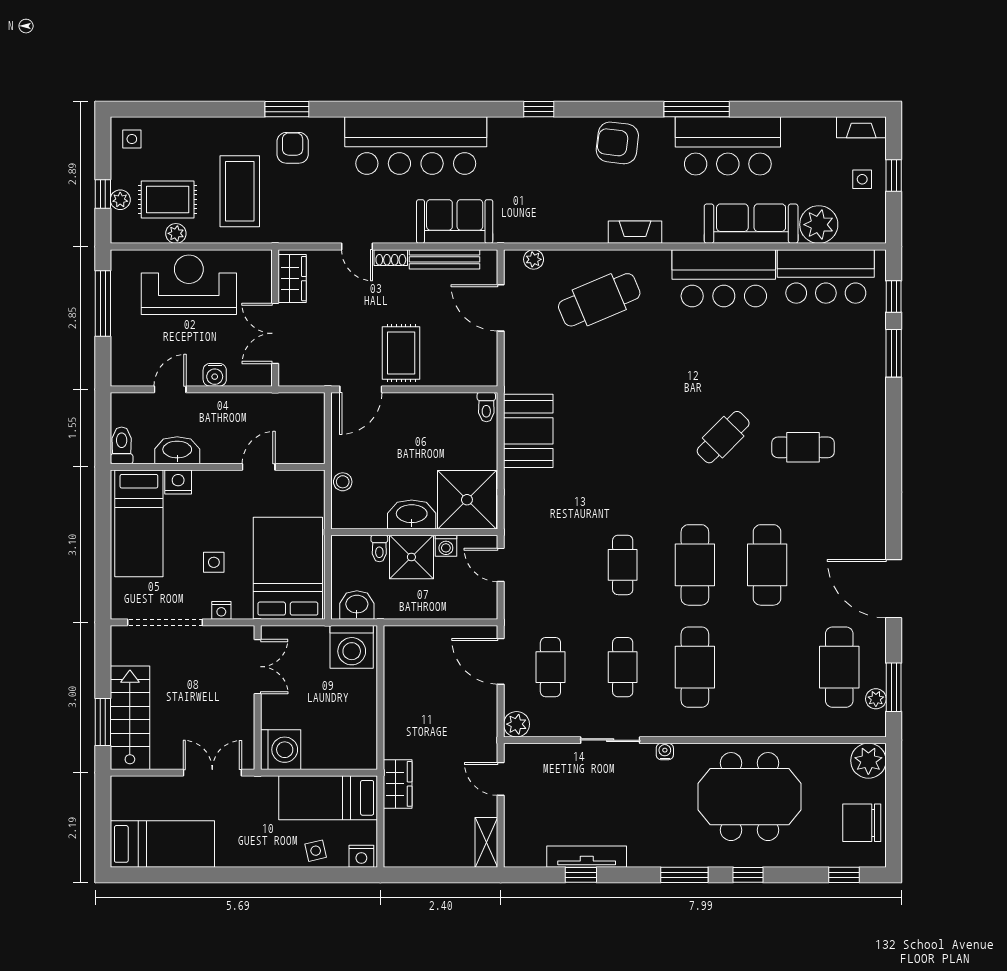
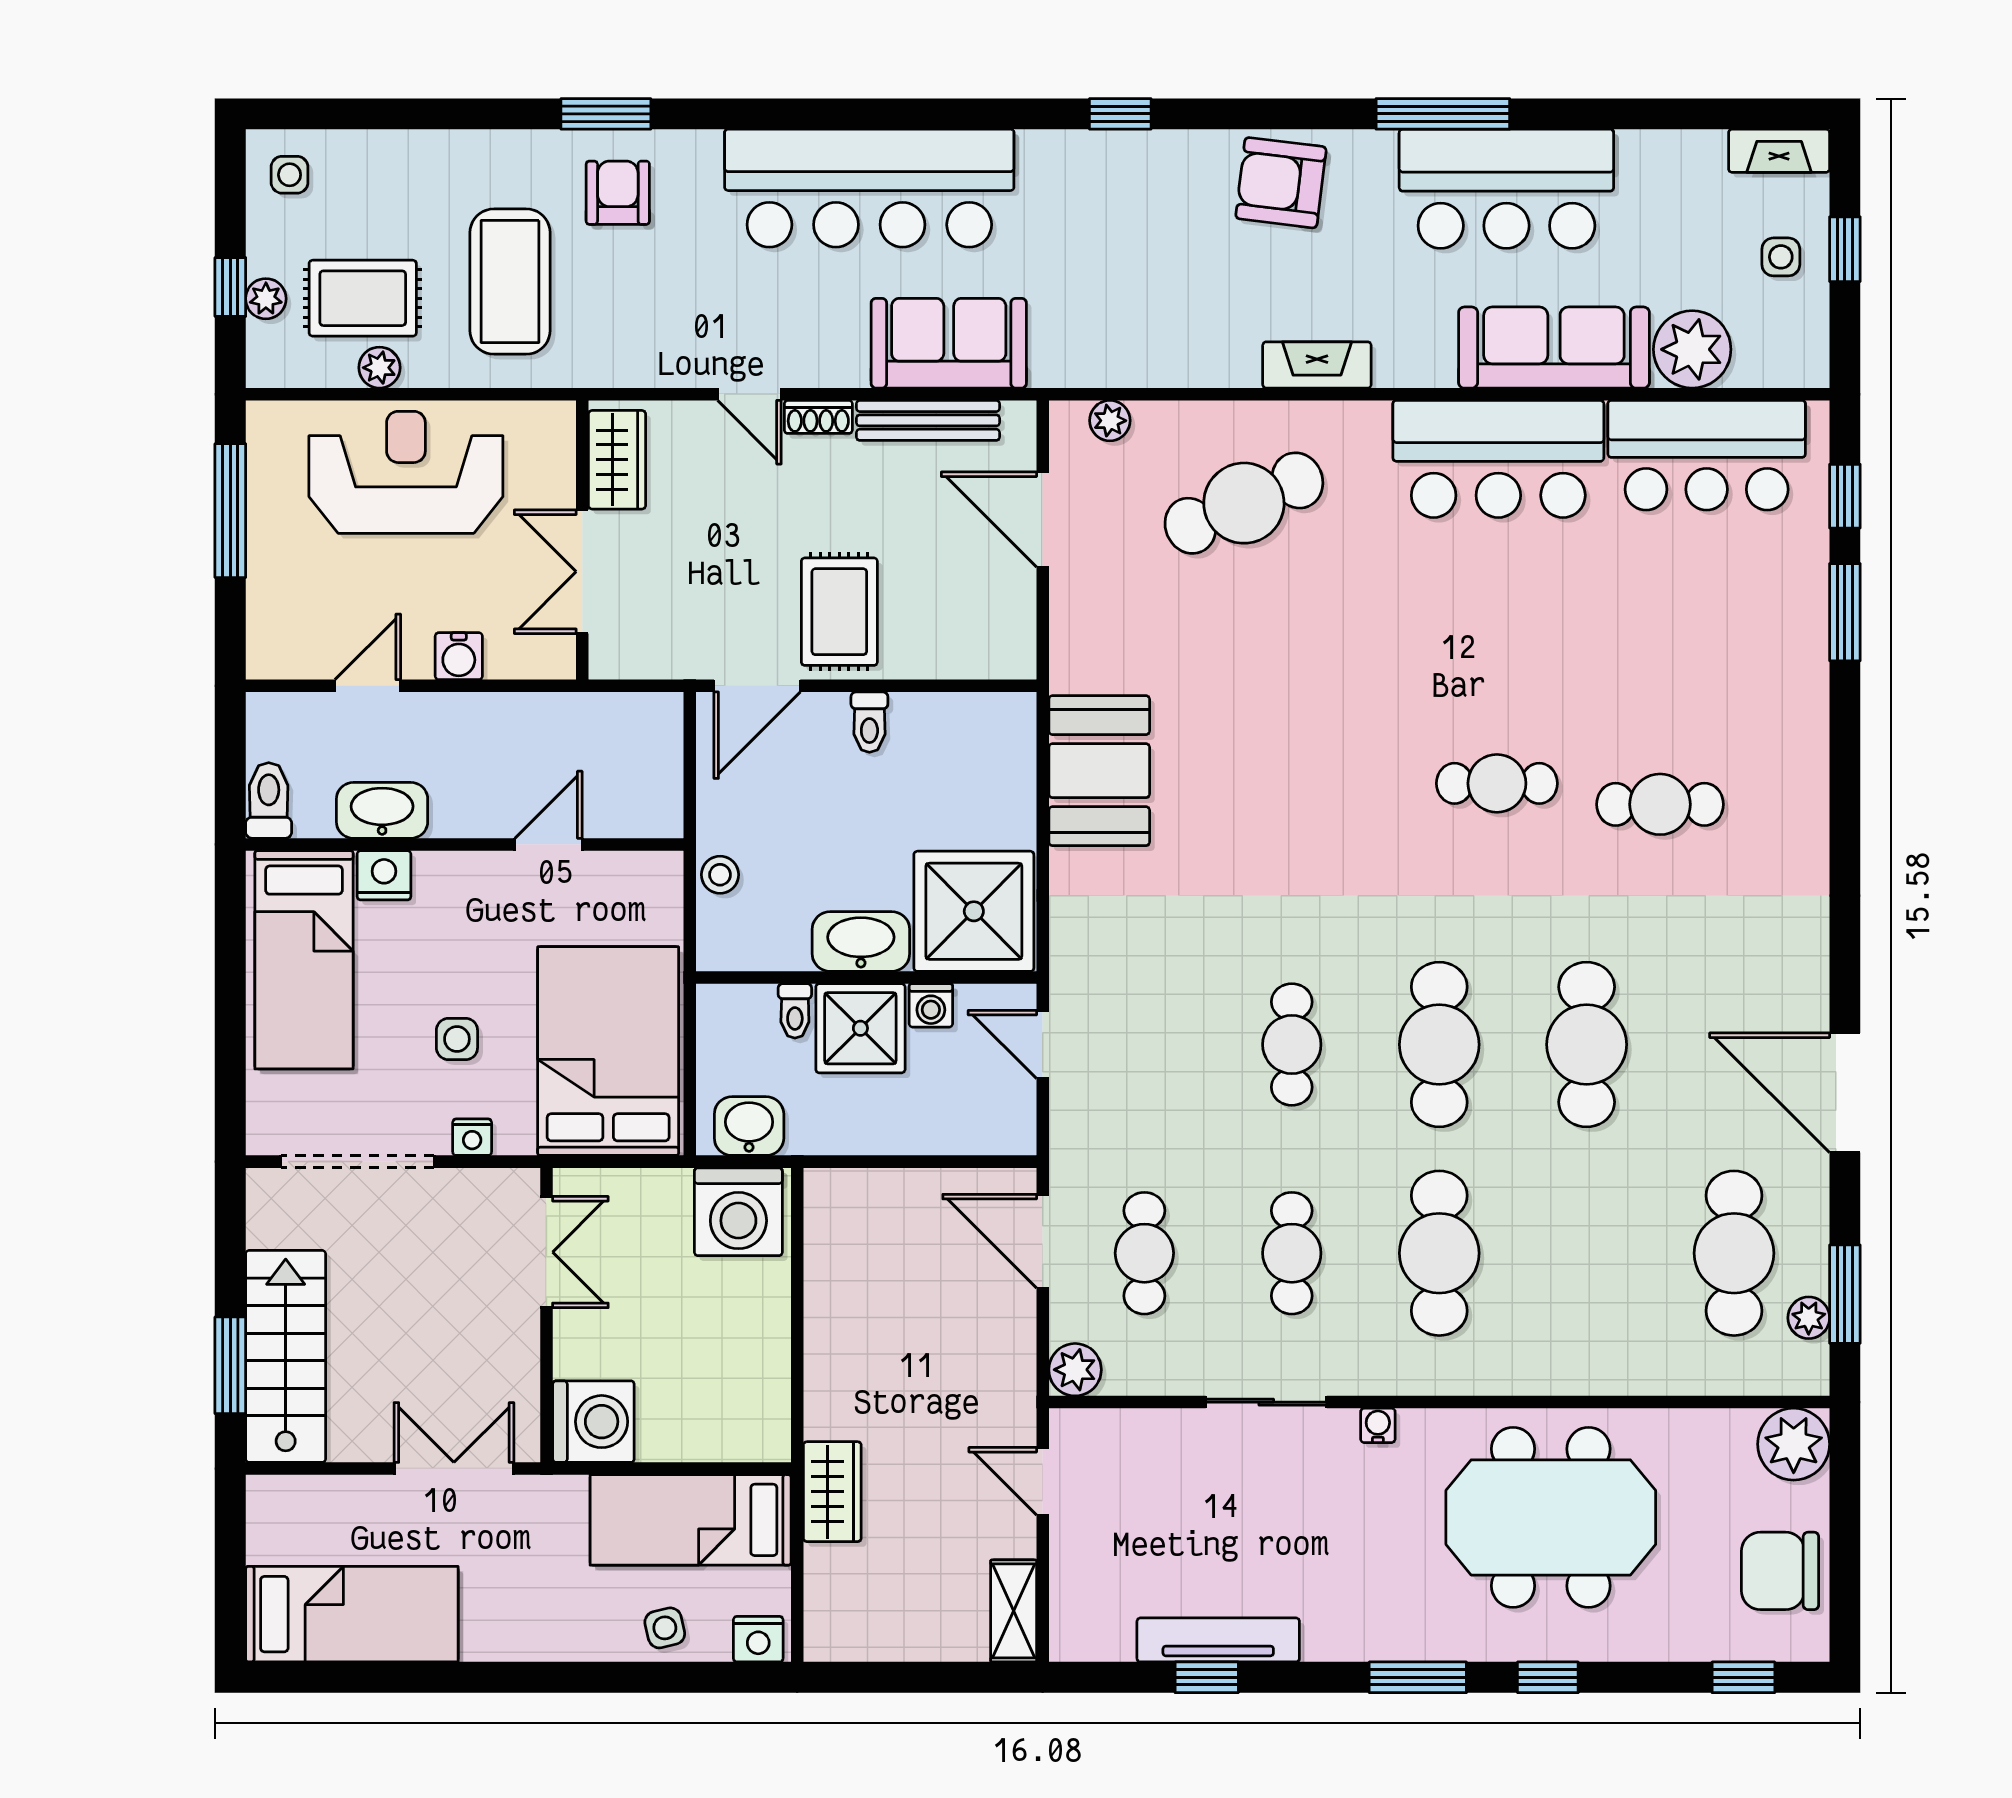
toilet: (486, 407) -> (869, 722), moved
cafe table: (723, 437) -> (1497, 783), turned 45

